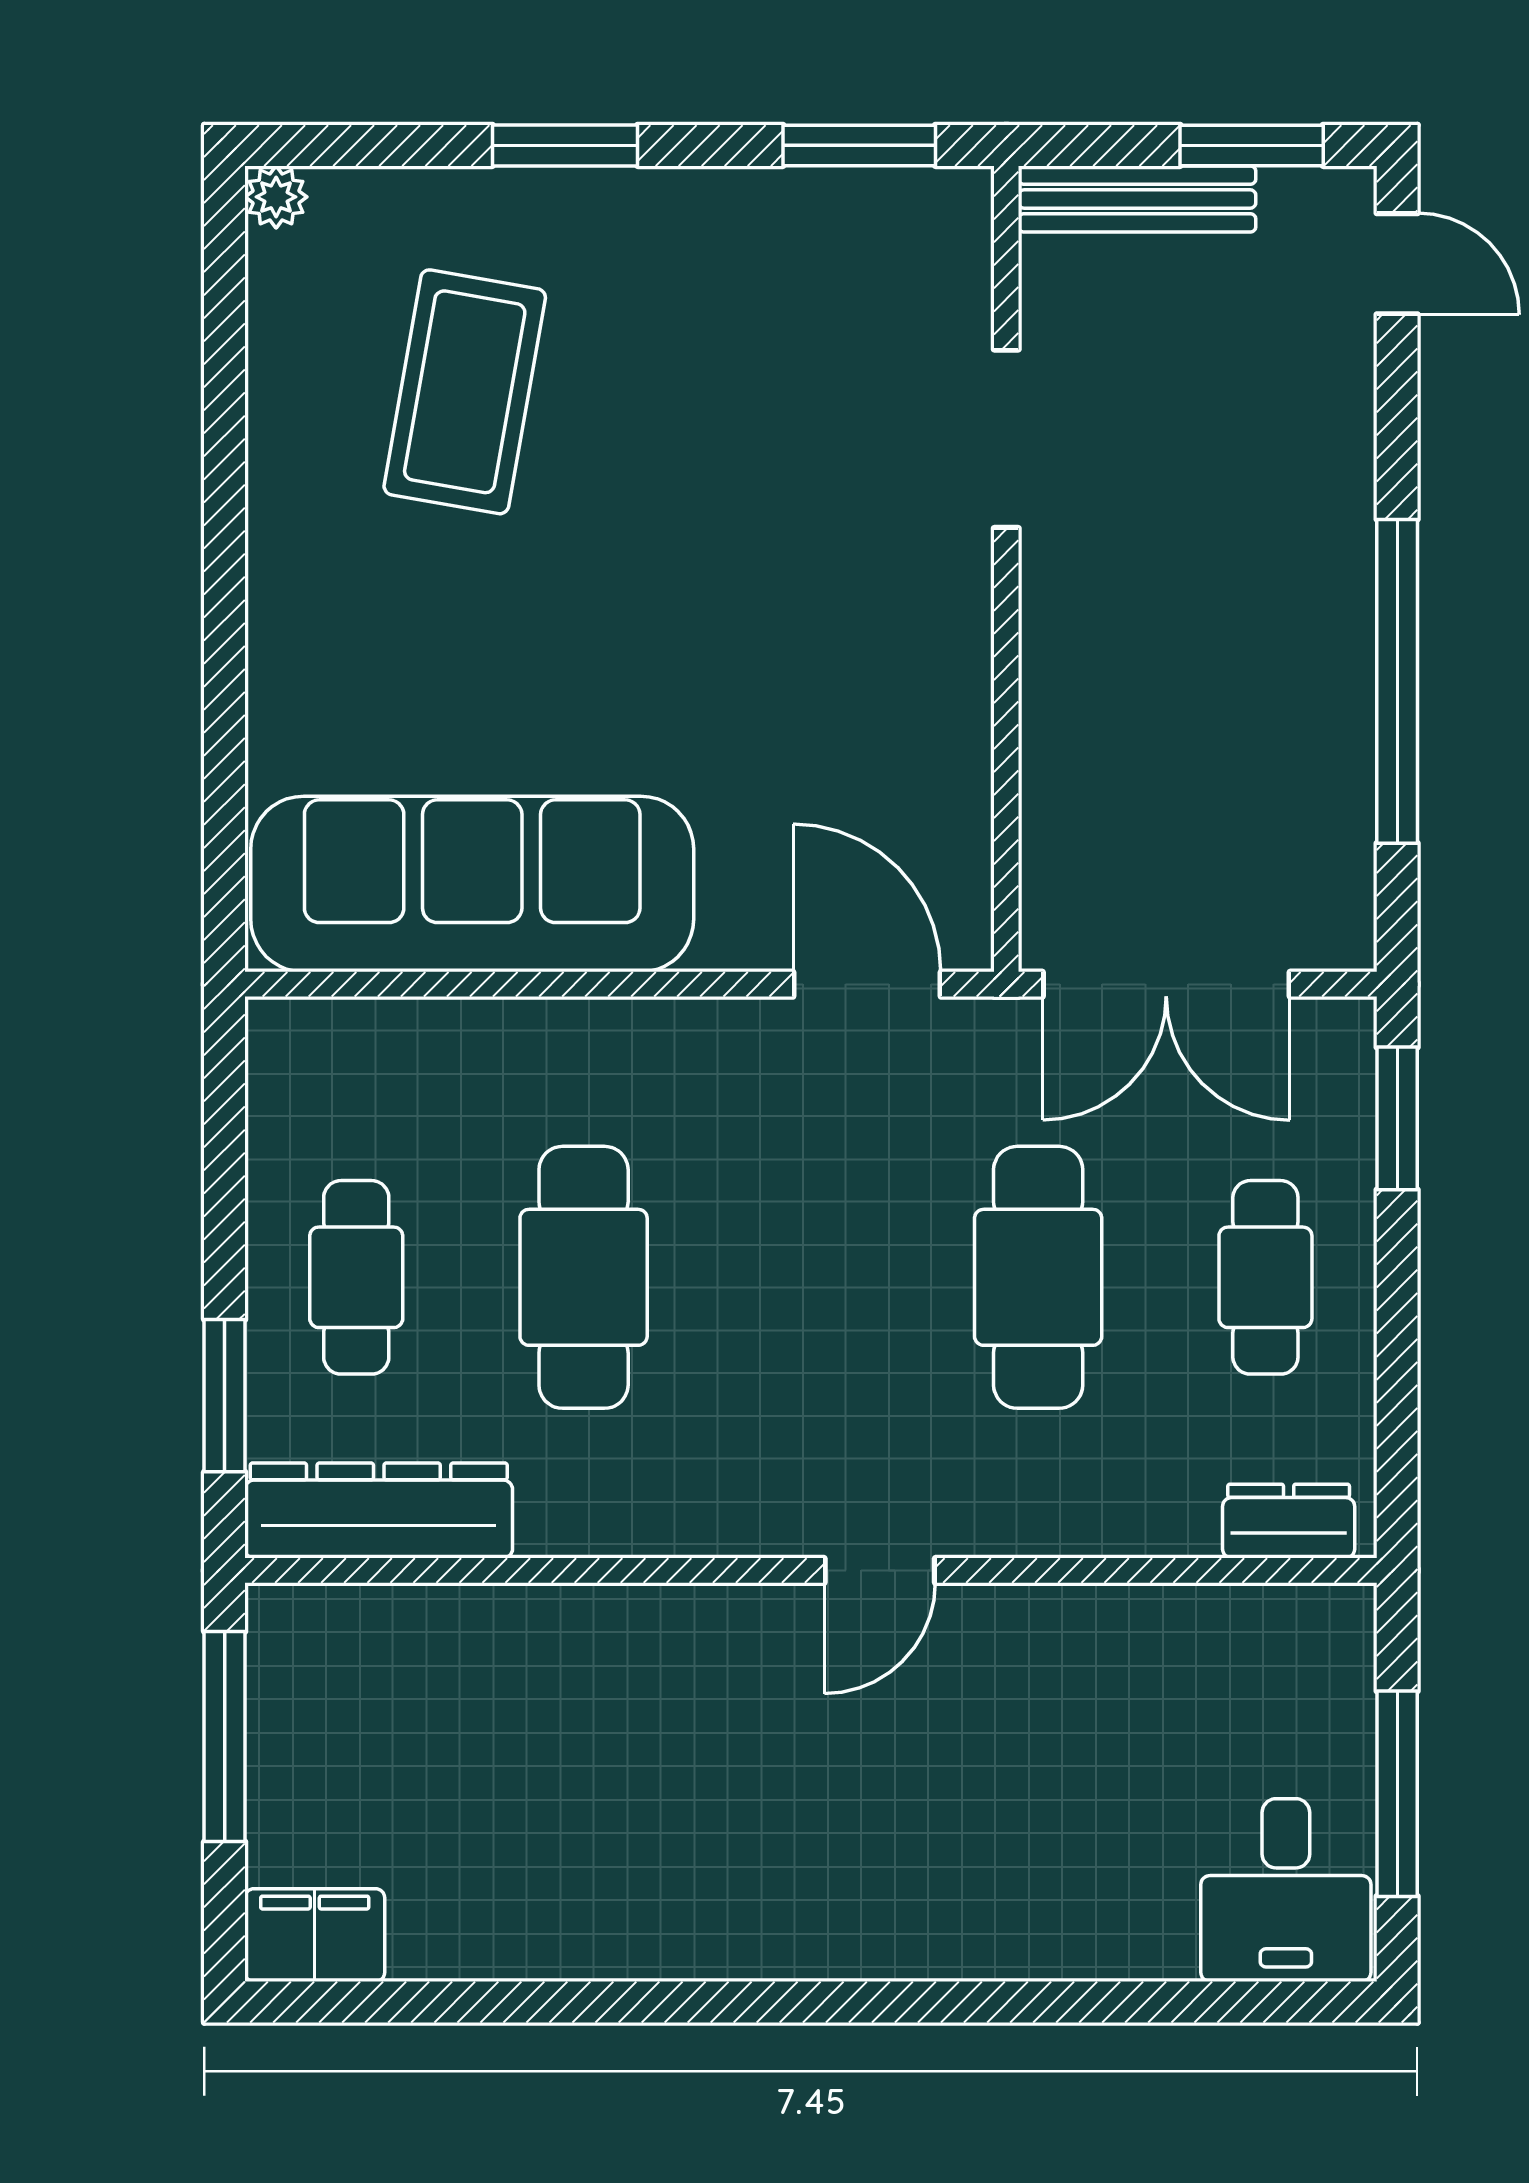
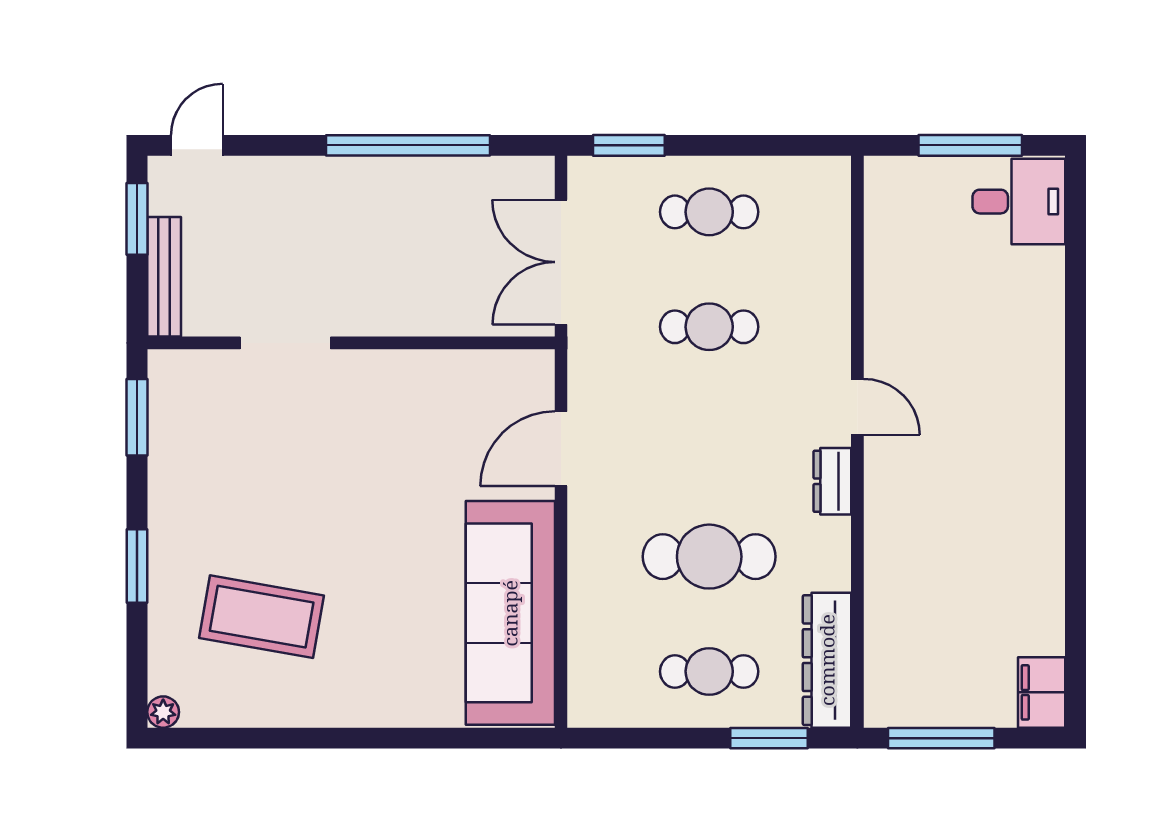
door: (867, 984) -> (561, 449), moved
double door: (1166, 984) -> (561, 262), swing flipped
cafe table: (1038, 1277) -> (709, 327), width x0.73, depth x0.74
dresser: (1289, 1521) -> (832, 481), moved

